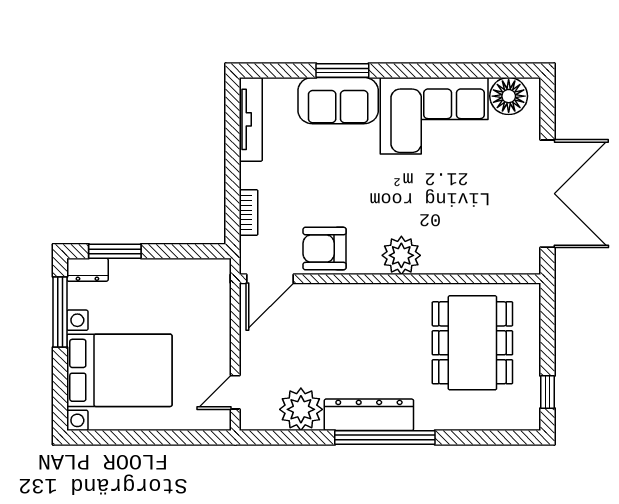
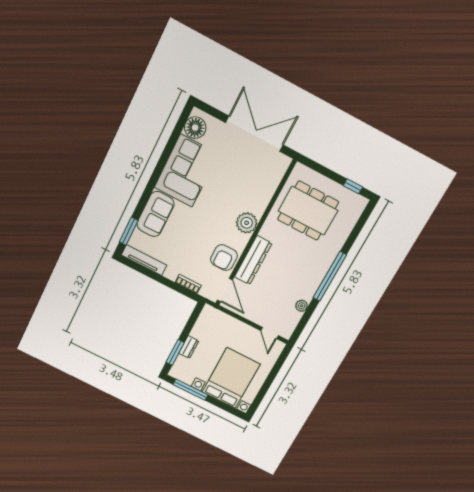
window: (342, 71) -> (129, 231), moved
dresser: (87, 270) -> (189, 347), moved
plant: (301, 409) -> (302, 306), width x0.53, depth x0.53
dresser: (369, 415) -> (253, 260), moved, turned 180

